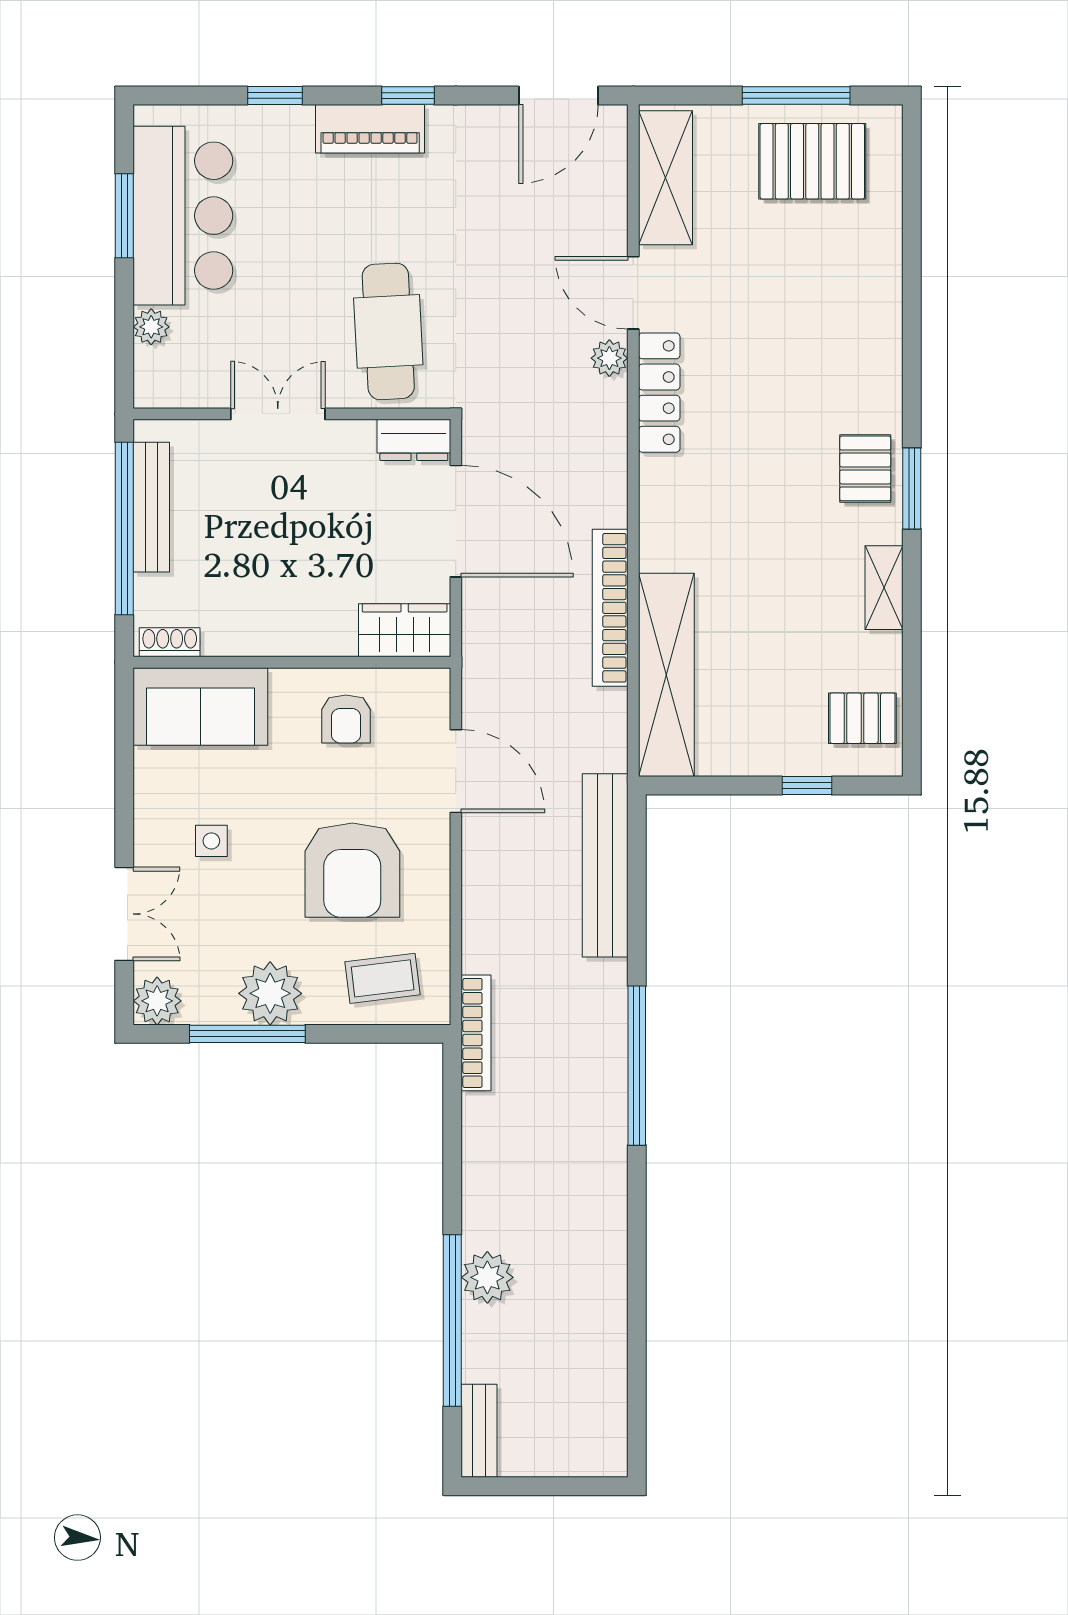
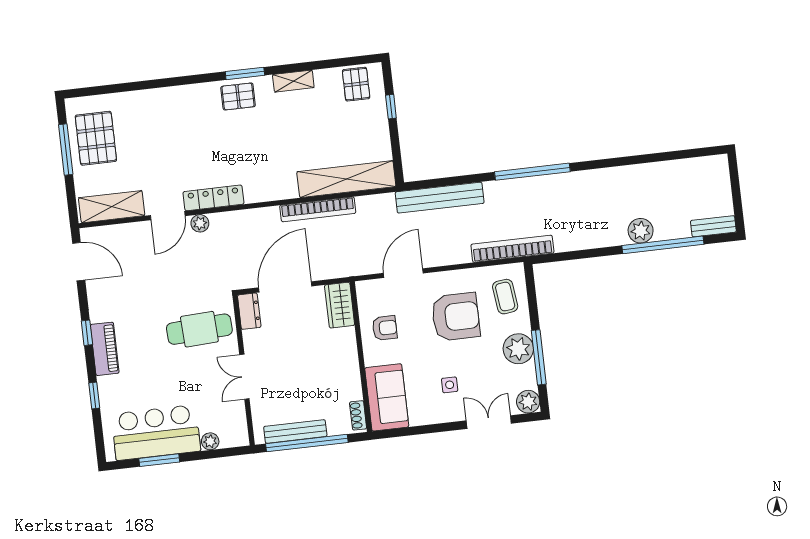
bookcase: (476, 1033) -> (512, 249), width x1.48, depth x1.31

